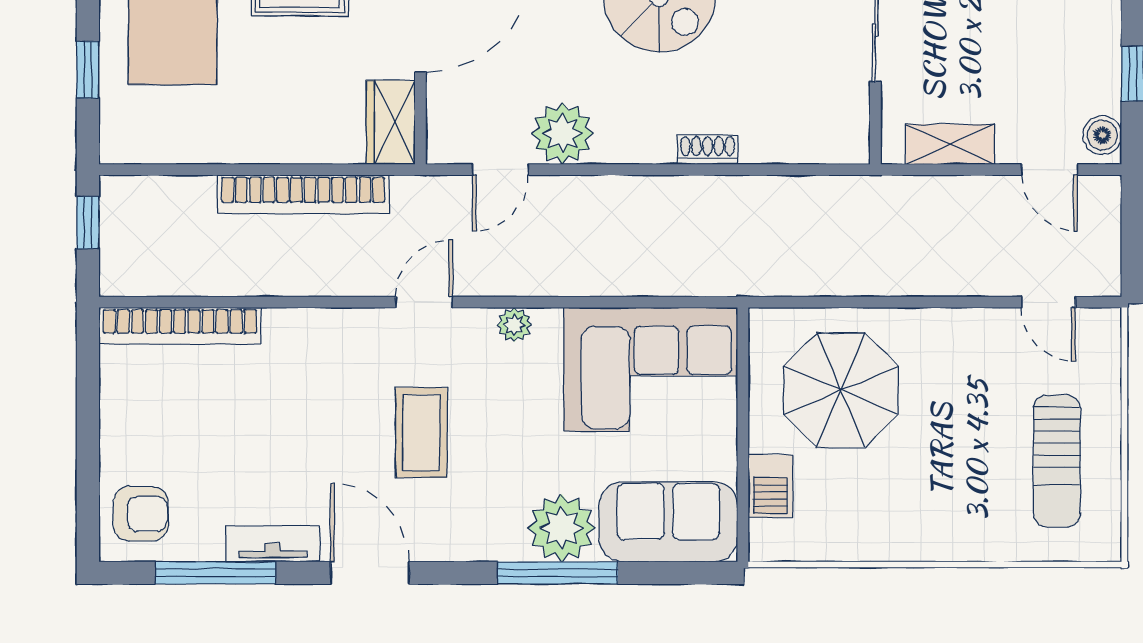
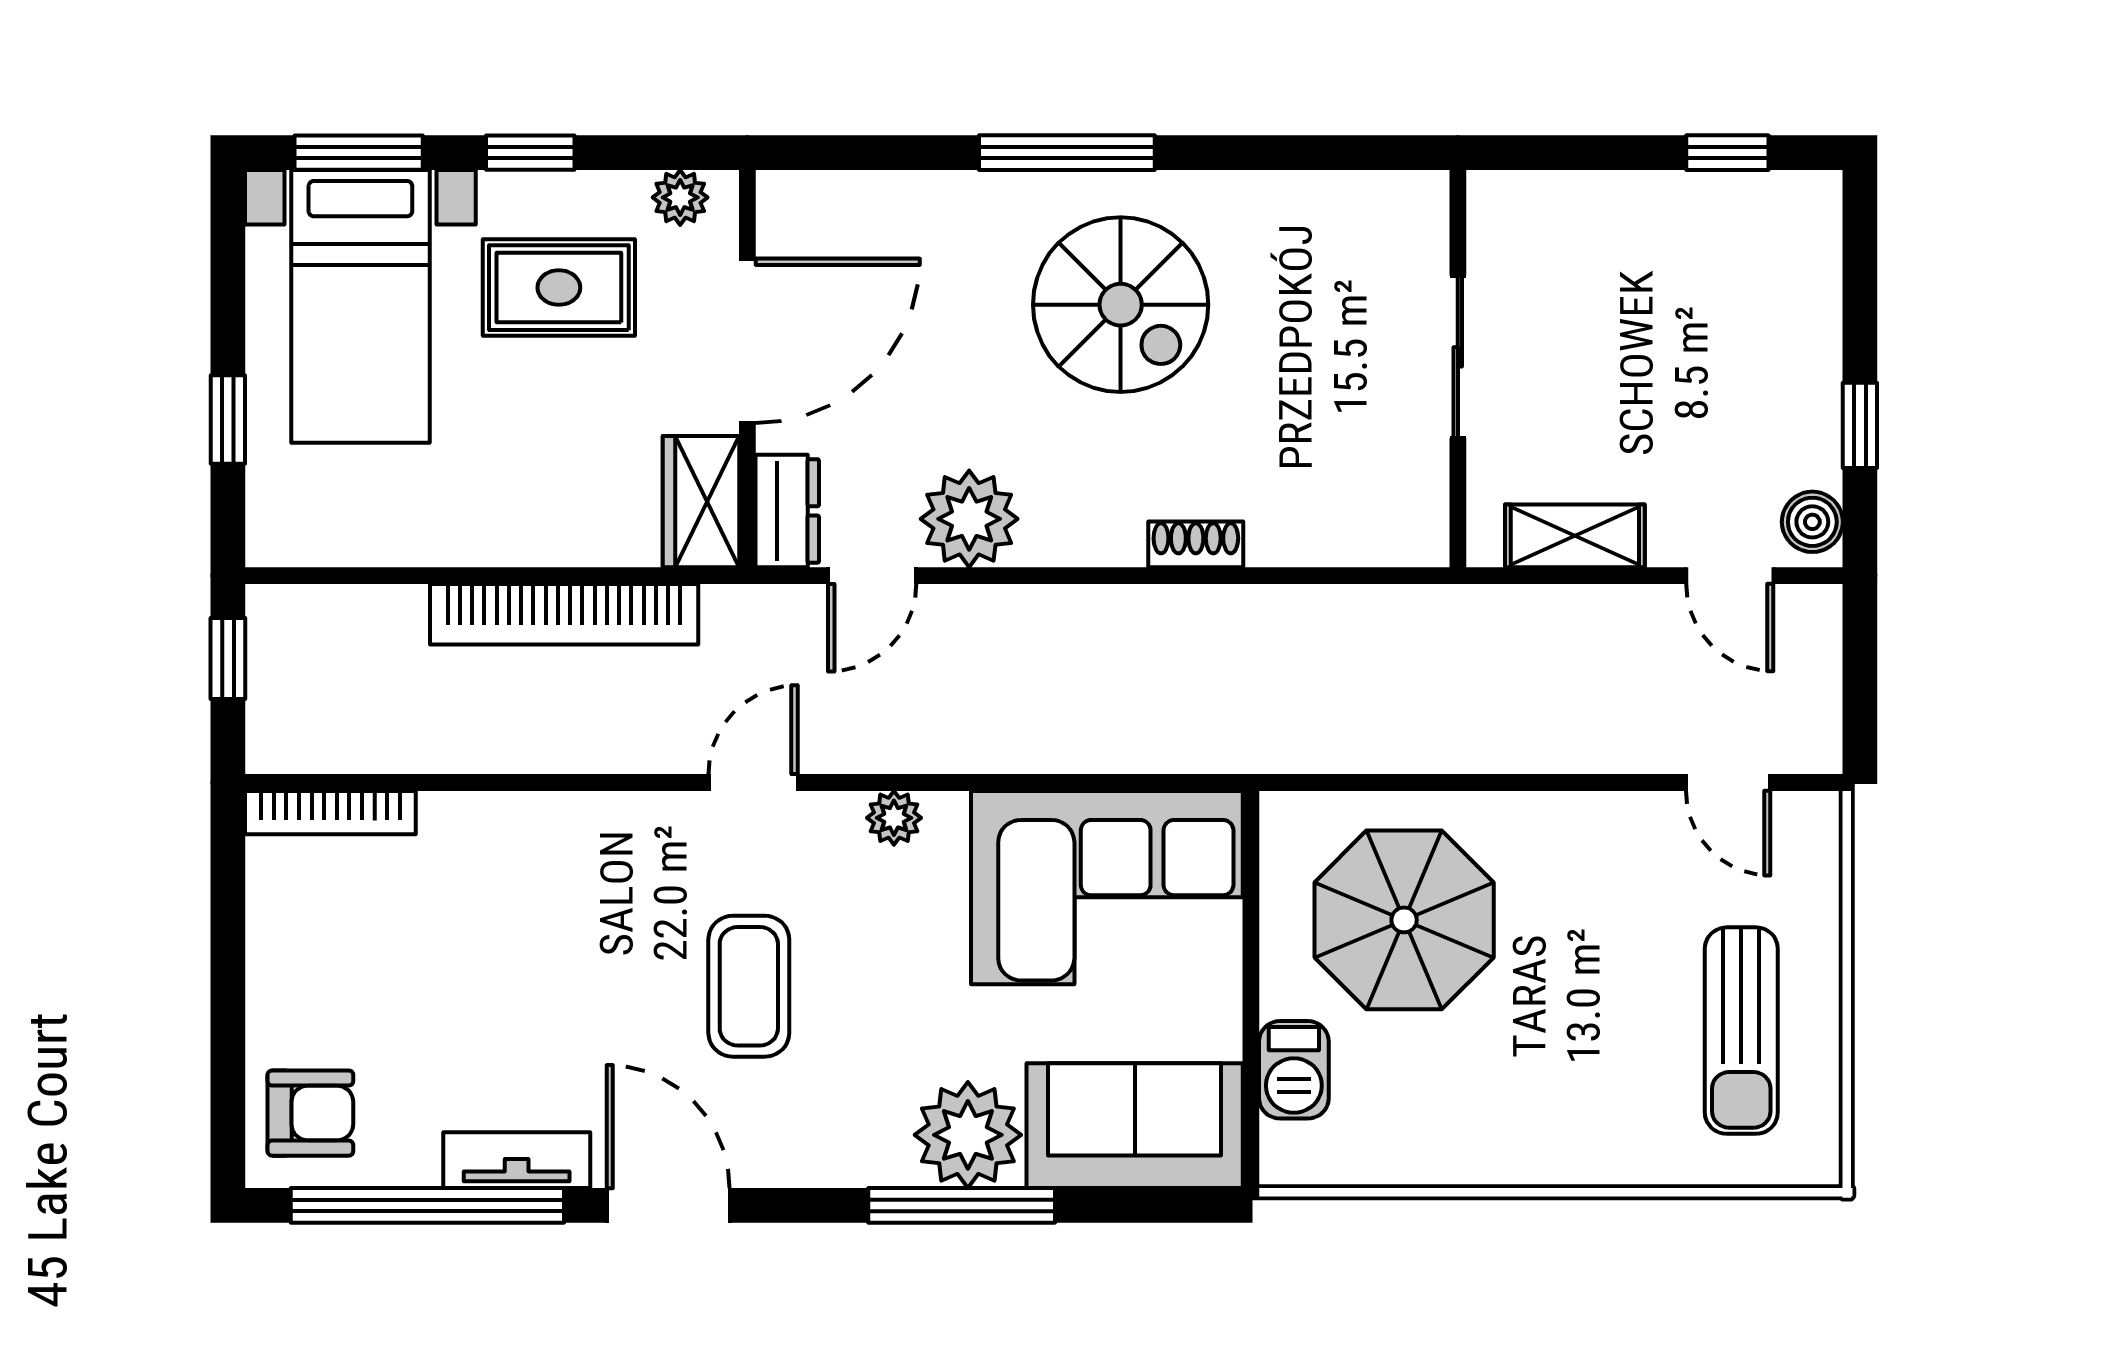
dresser: (446, 128) -> (787, 511), added
bookcase: (180, 326) -> (330, 813), width x0.68, depth x0.76
window: (216, 573) -> (427, 1205), width x1.46

